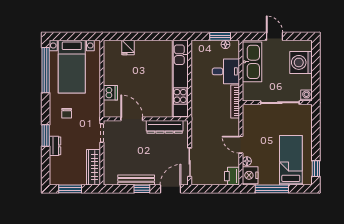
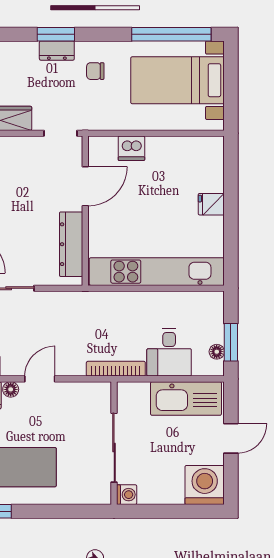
fridge: (128, 48) -> (211, 204), moved
washing machine: (301, 62) -> (205, 485), moved
dresser: (55, 146) -> (57, 51), moved

